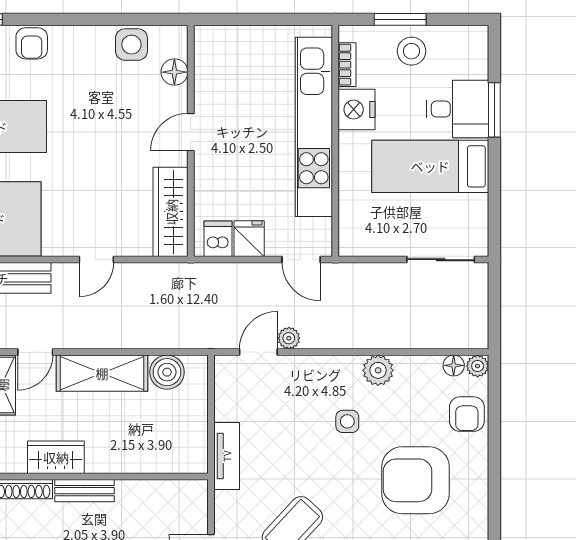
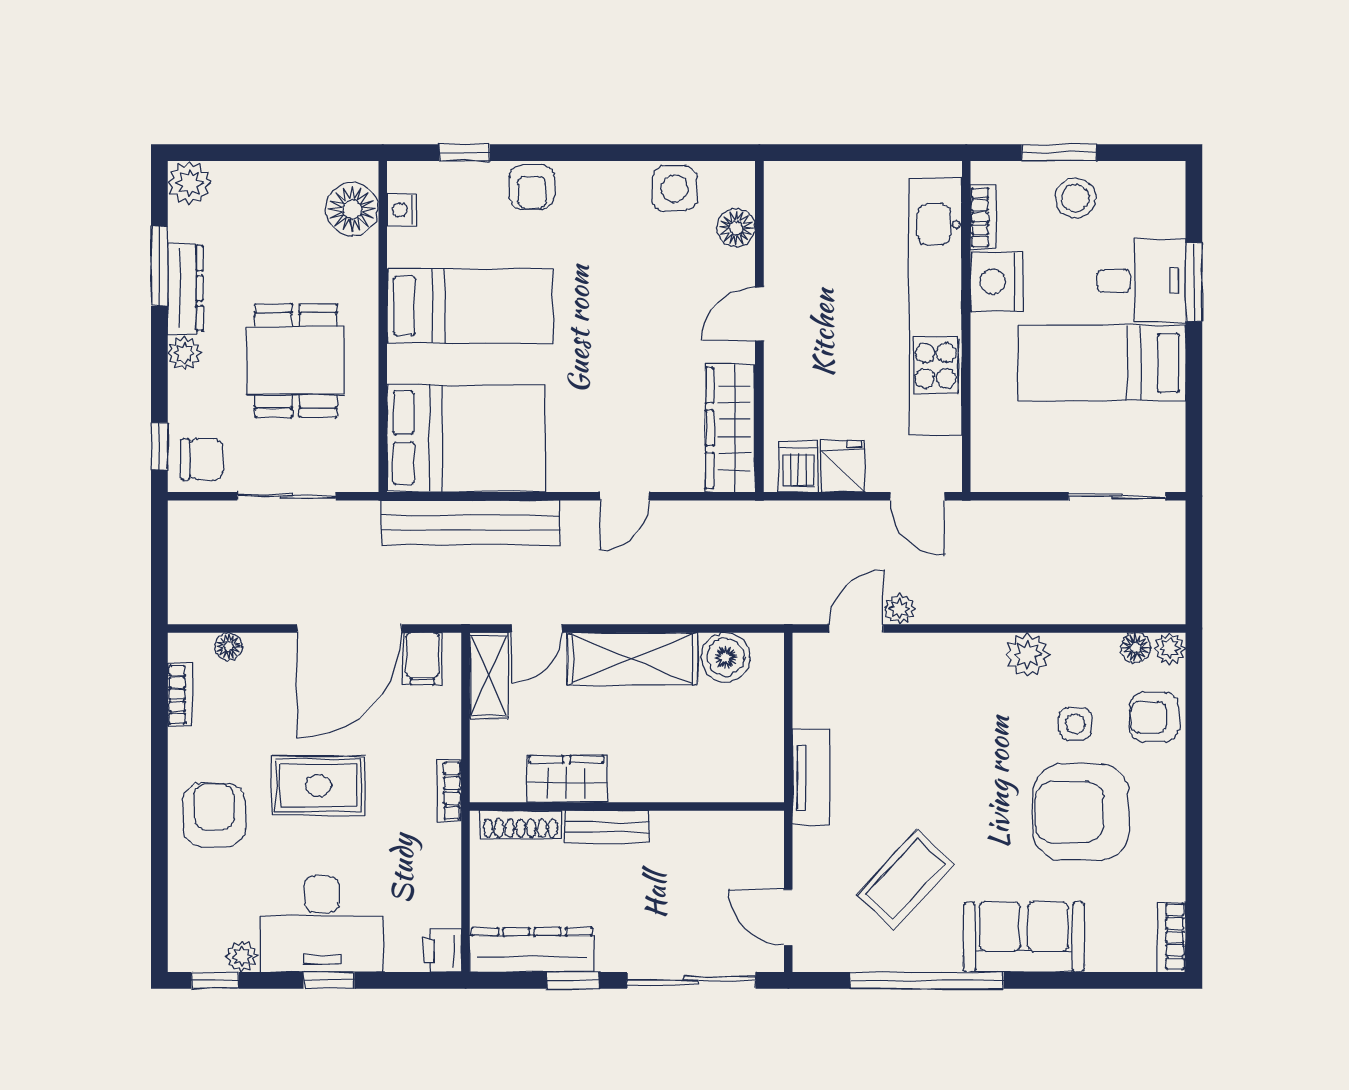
armchair: (467, 414) -> (1154, 717), turned 90
side table: (347, 421) -> (1075, 724), moved

